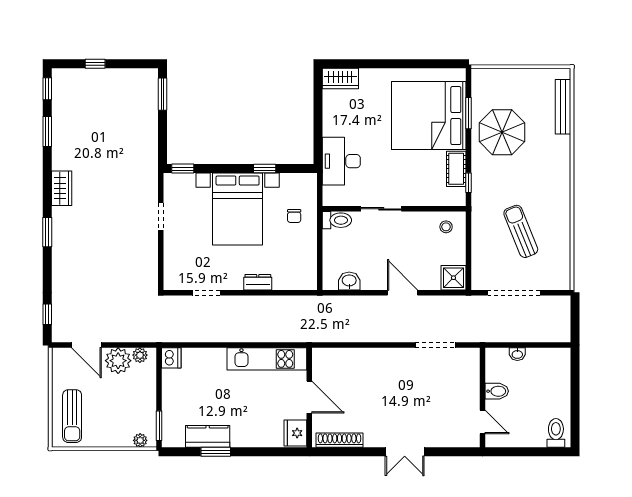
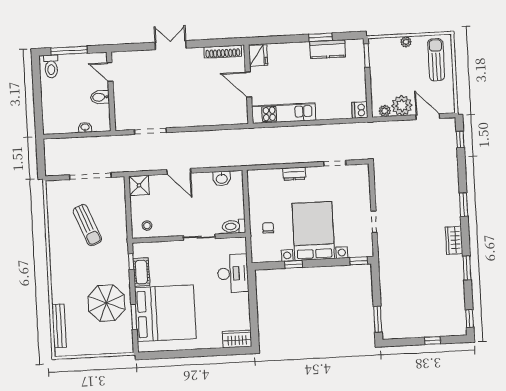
window: (47, 132) -> (467, 268), moved
plant: (140, 440) -> (406, 42), moved
window: (532, 452) -> (69, 50), added

